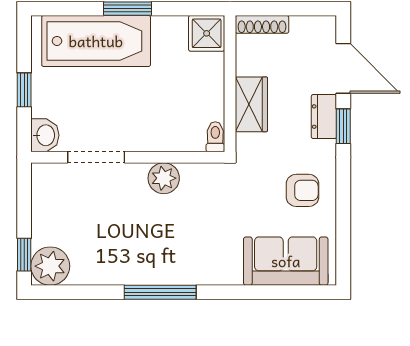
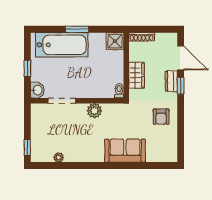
armchair: (303, 190) -> (161, 117), turned 90
sofa: (286, 261) -> (125, 151), moved
plant: (50, 266) -> (59, 157), moved, width x0.53, depth x0.53
window: (160, 292) -> (93, 166), removed

